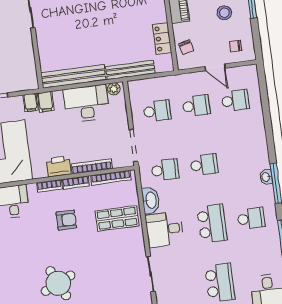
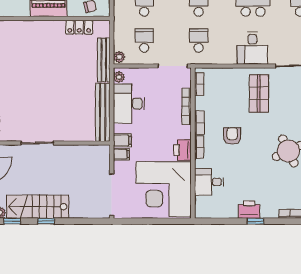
plant: (136, 86) -> (119, 57), added
printer: (59, 166) -> (183, 150), moved
bookcase: (111, 178) -> (199, 84), width x0.64
washbasin: (151, 200) -> (224, 57), removed
shop shelf: (117, 218) -> (259, 93), moved

